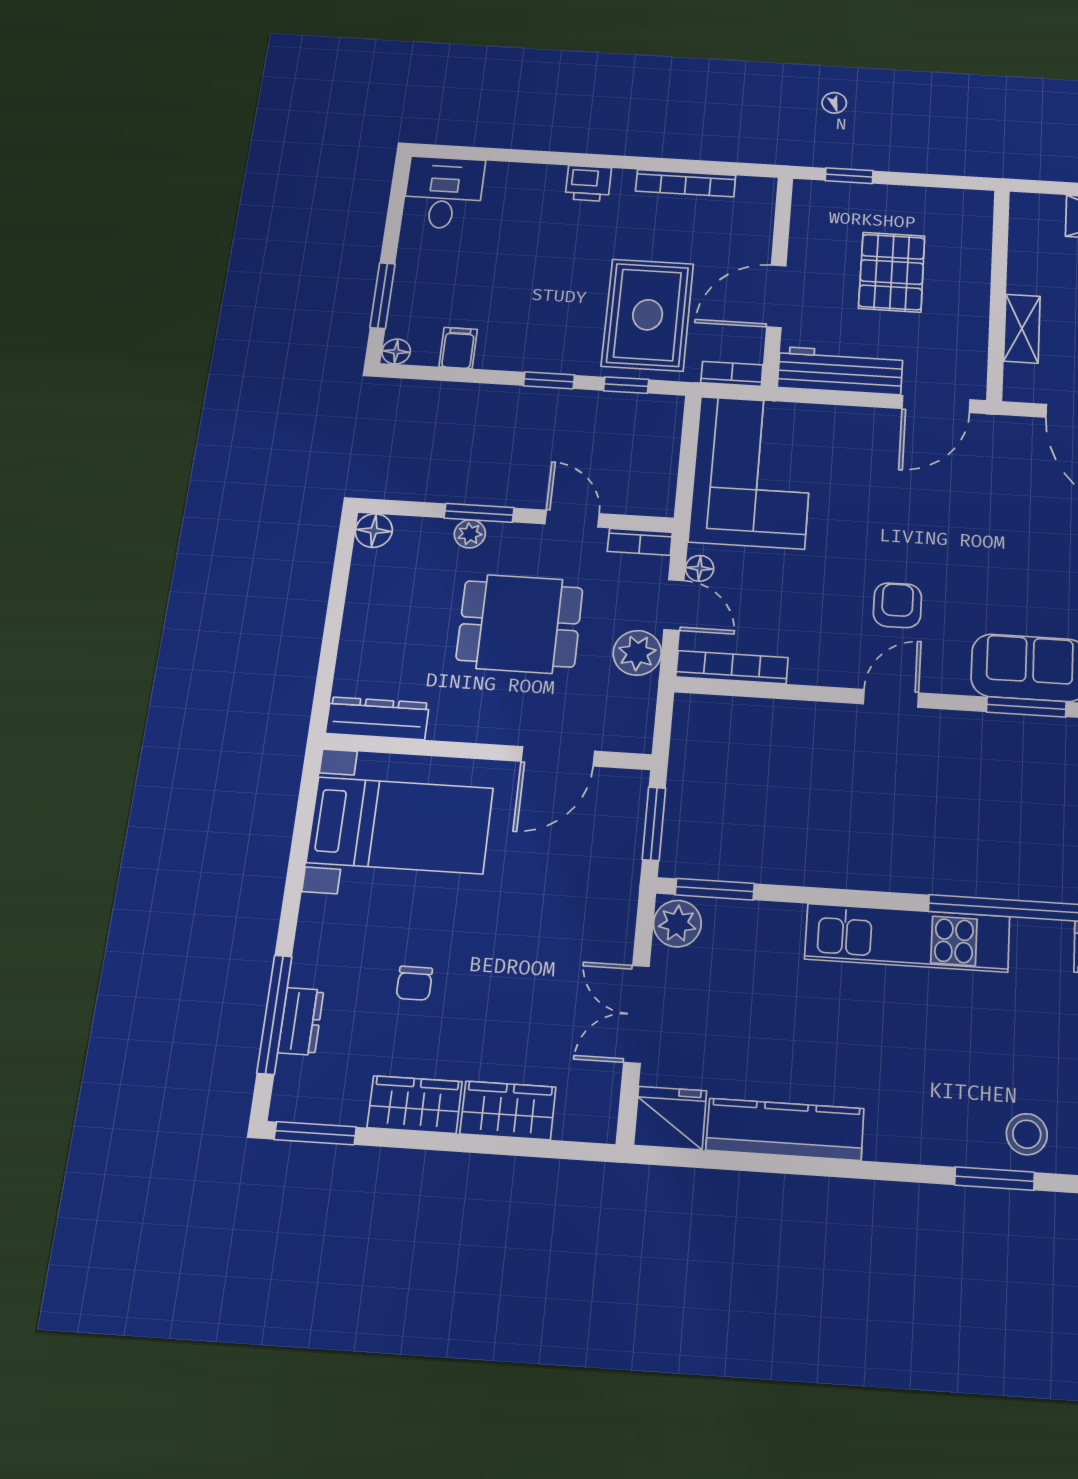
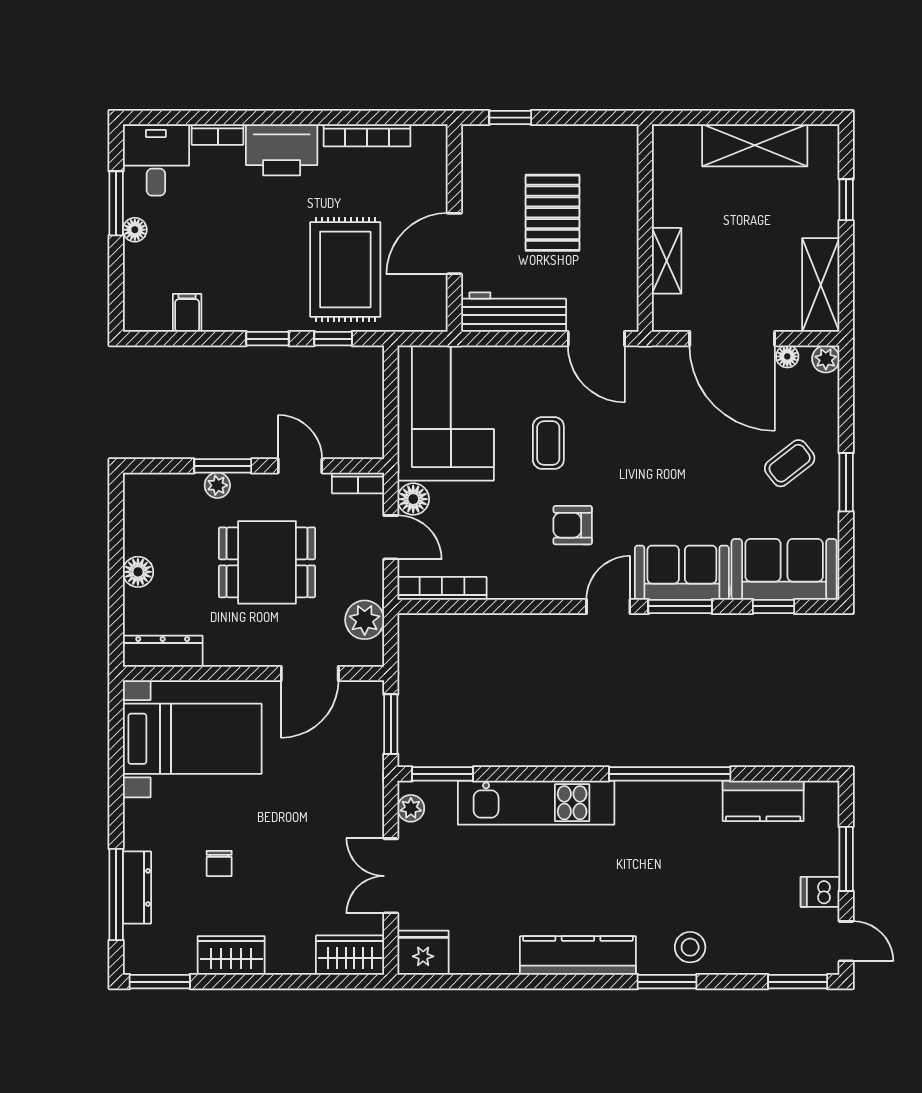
printer: (588, 183) -> (282, 150), width x1.87, depth x1.48
window: (383, 296) -> (116, 203), moved
floor lamp: (396, 352) -> (135, 230), moved
bookcase: (732, 374) -> (218, 135), moved, turned 180
door: (936, 404) -> (596, 339), hinge flipped
coffee table: (873, 512) -> (548, 443), added
floor lamp: (374, 531) -> (138, 572), moved
floor lamp: (700, 568) -> (413, 499), width x1.37, depth x1.37
armchair: (897, 605) -> (573, 525), turned -90
plant: (637, 653) -> (365, 620), moved
door: (891, 698) -> (608, 606), moved
plant: (677, 924) -> (411, 808), width x0.73, depth x0.73
kitchen unit: (907, 938) -> (536, 803), moved
dresser: (301, 1021) -> (137, 887), width x1.44
wardrobe: (508, 1110) -> (350, 955), moved
kitchen counter: (785, 1129) -> (578, 956), moved

